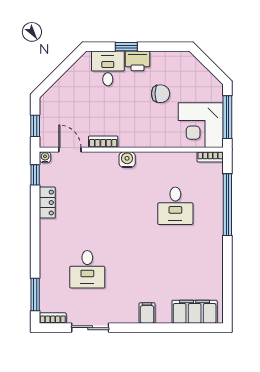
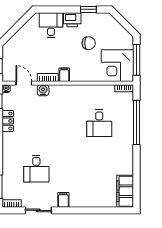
window: (126, 47) -> (88, 9), moved
filing cabinet: (126, 138) -> (64, 75), added
water cooler: (127, 160) -> (43, 90), moved
filing cabinet: (195, 312) -> (125, 191), moved, turned -90
filing cabinet: (147, 313) -> (63, 200), moved

